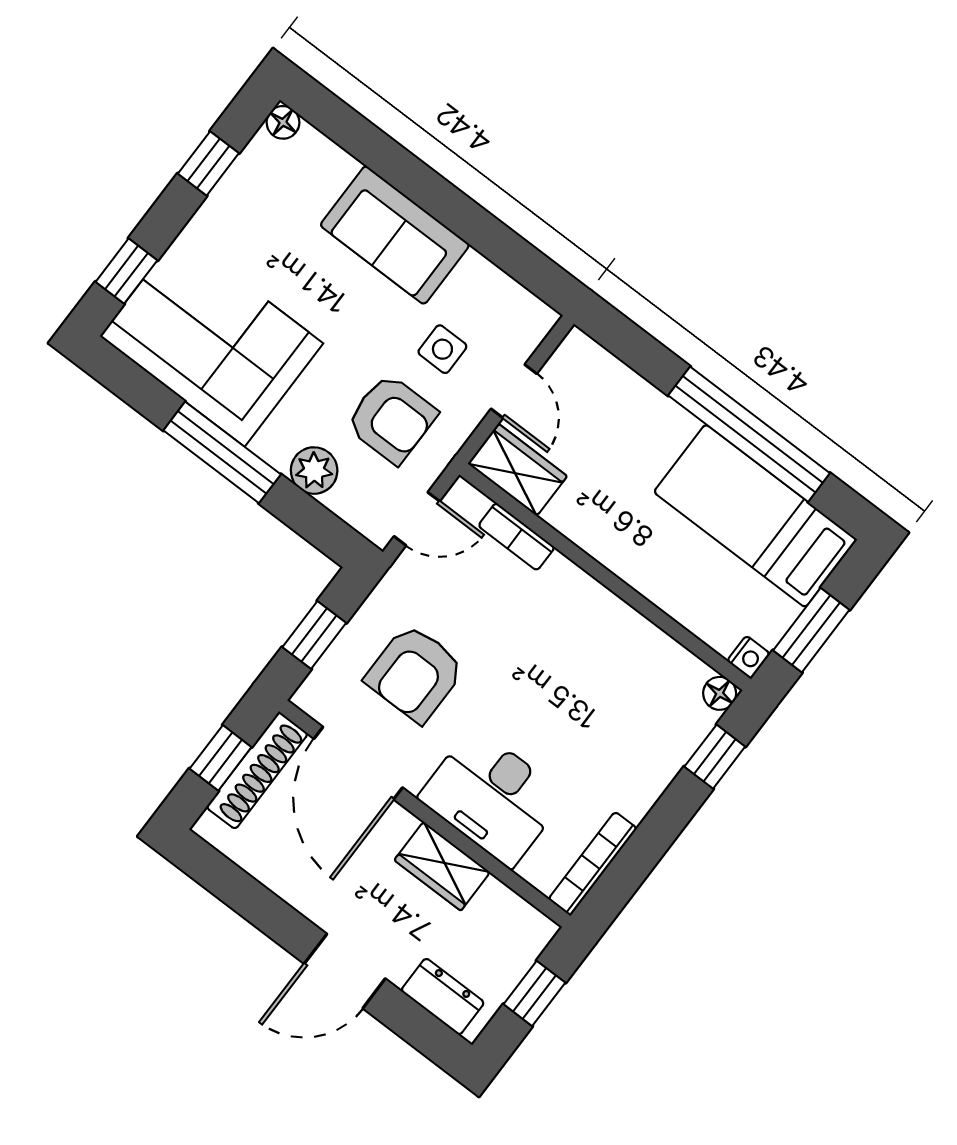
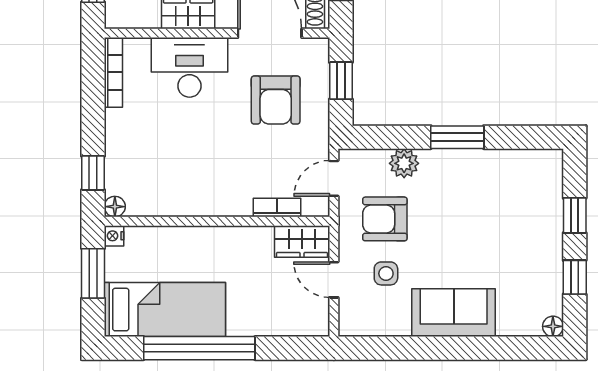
window: (126, 271) -> (575, 215), moved
corner sofa: (211, 340) -> (506, 190), removed
window: (222, 452) -> (457, 137), width x0.69
armchair: (415, 673) -> (276, 100), turned 180

